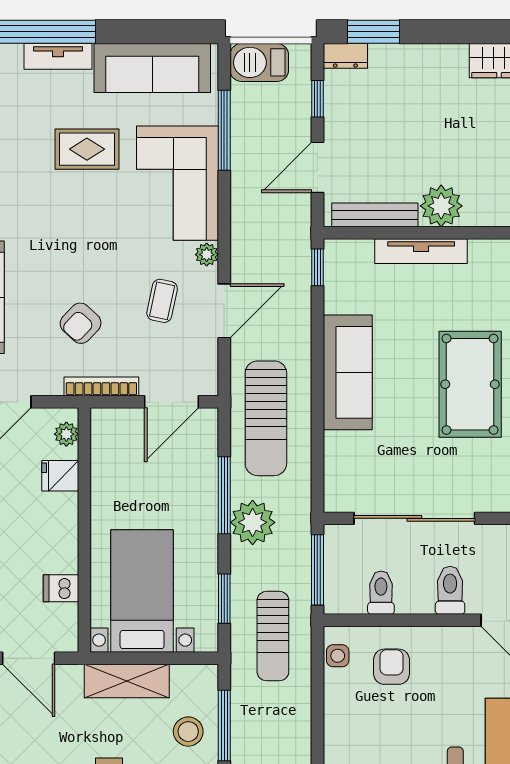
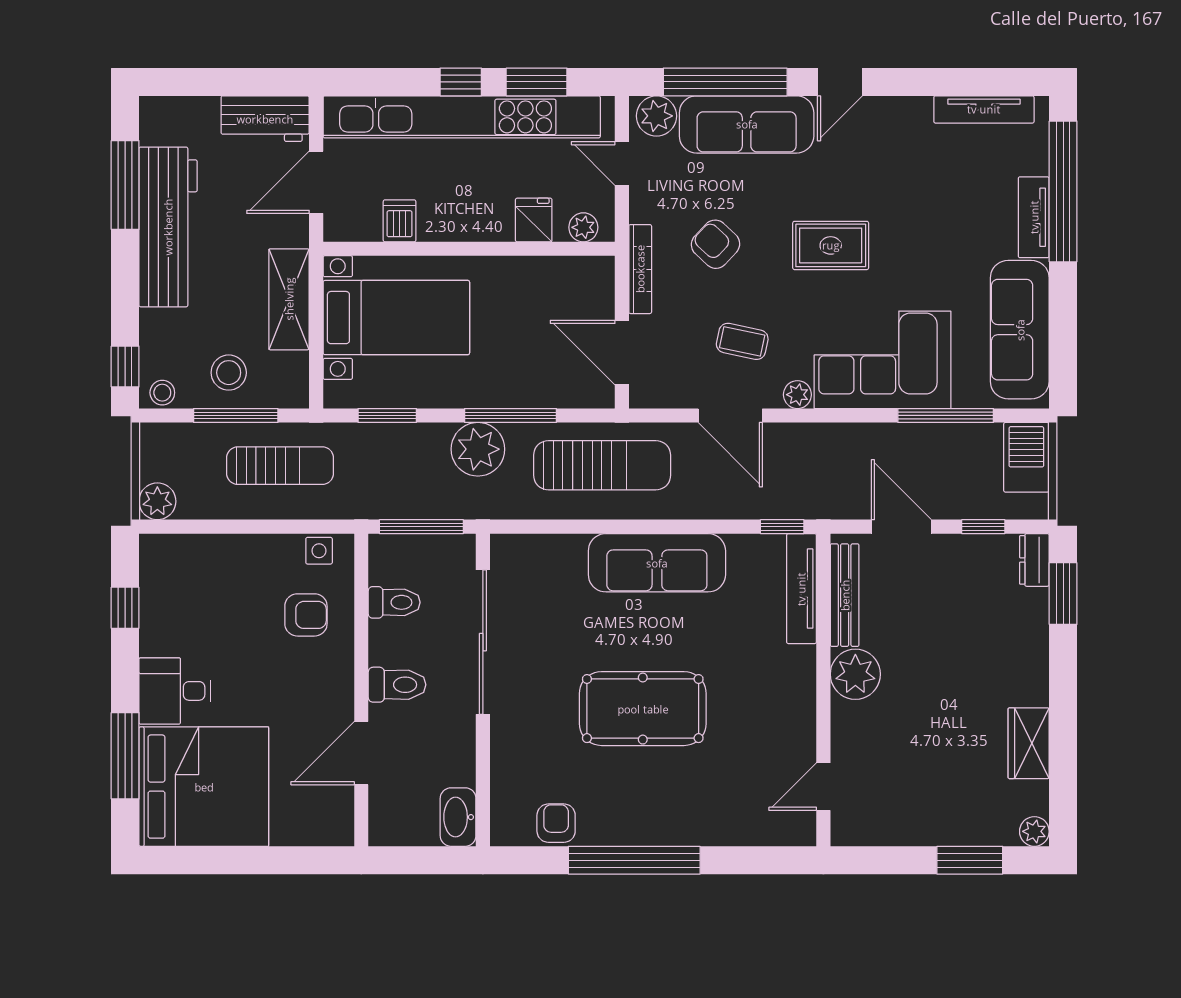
rug: (87, 149) -> (831, 245), moved, turned 90
tv unit: (421, 251) -> (801, 589), moved
sun lounger: (266, 418) -> (602, 465), turned 180
sun lounger: (273, 636) -> (280, 466), moved, turned 180

